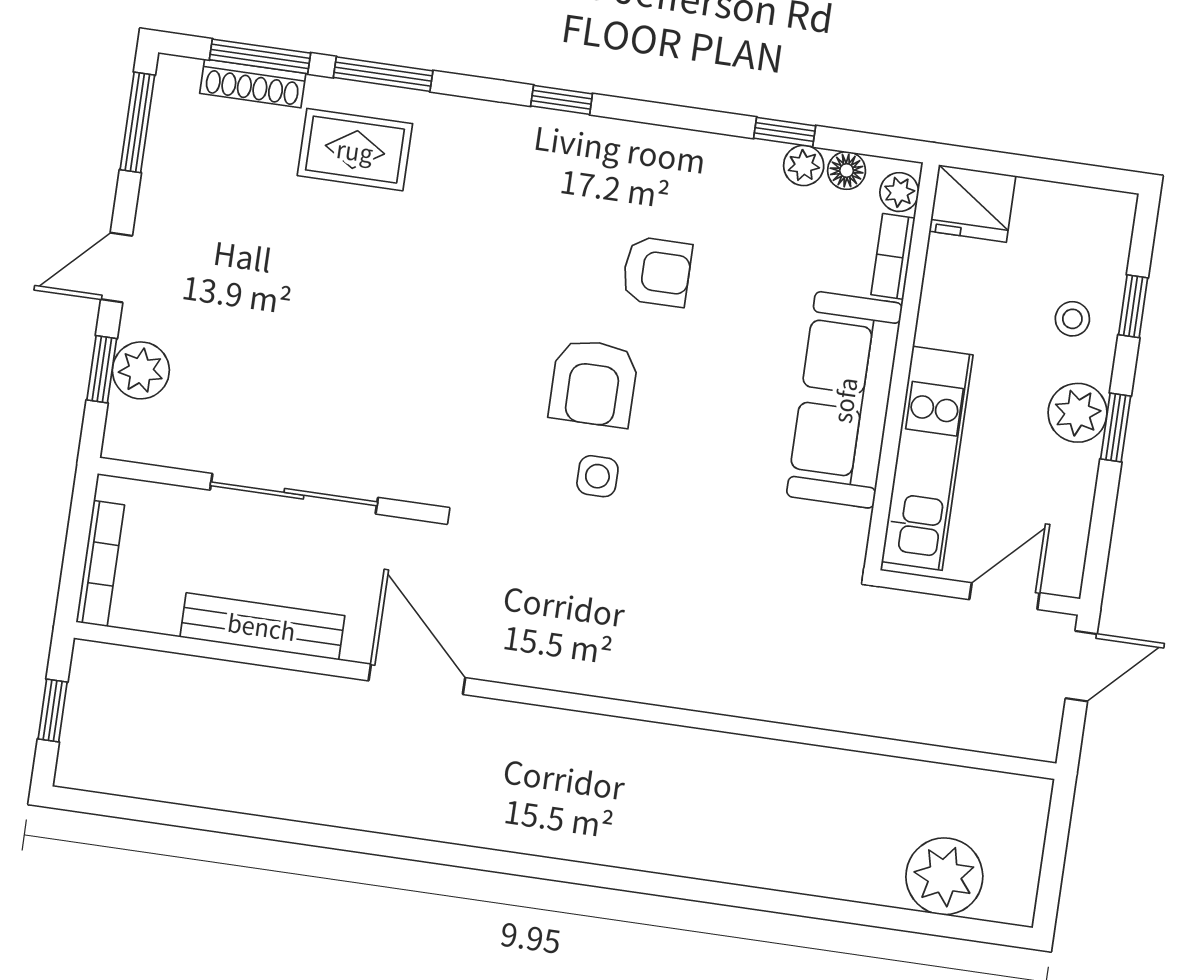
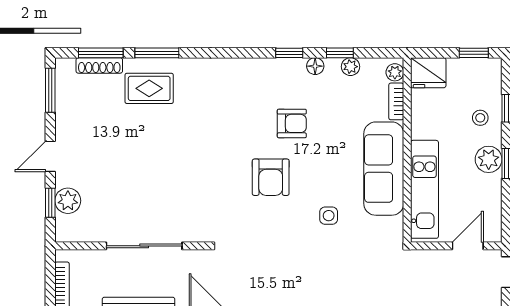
window: (562, 100) -> (289, 53), moved
floor lamp: (847, 171) -> (315, 66), moved
window: (1079, 174) -> (474, 53), added
side table: (597, 476) -> (329, 216), moved

